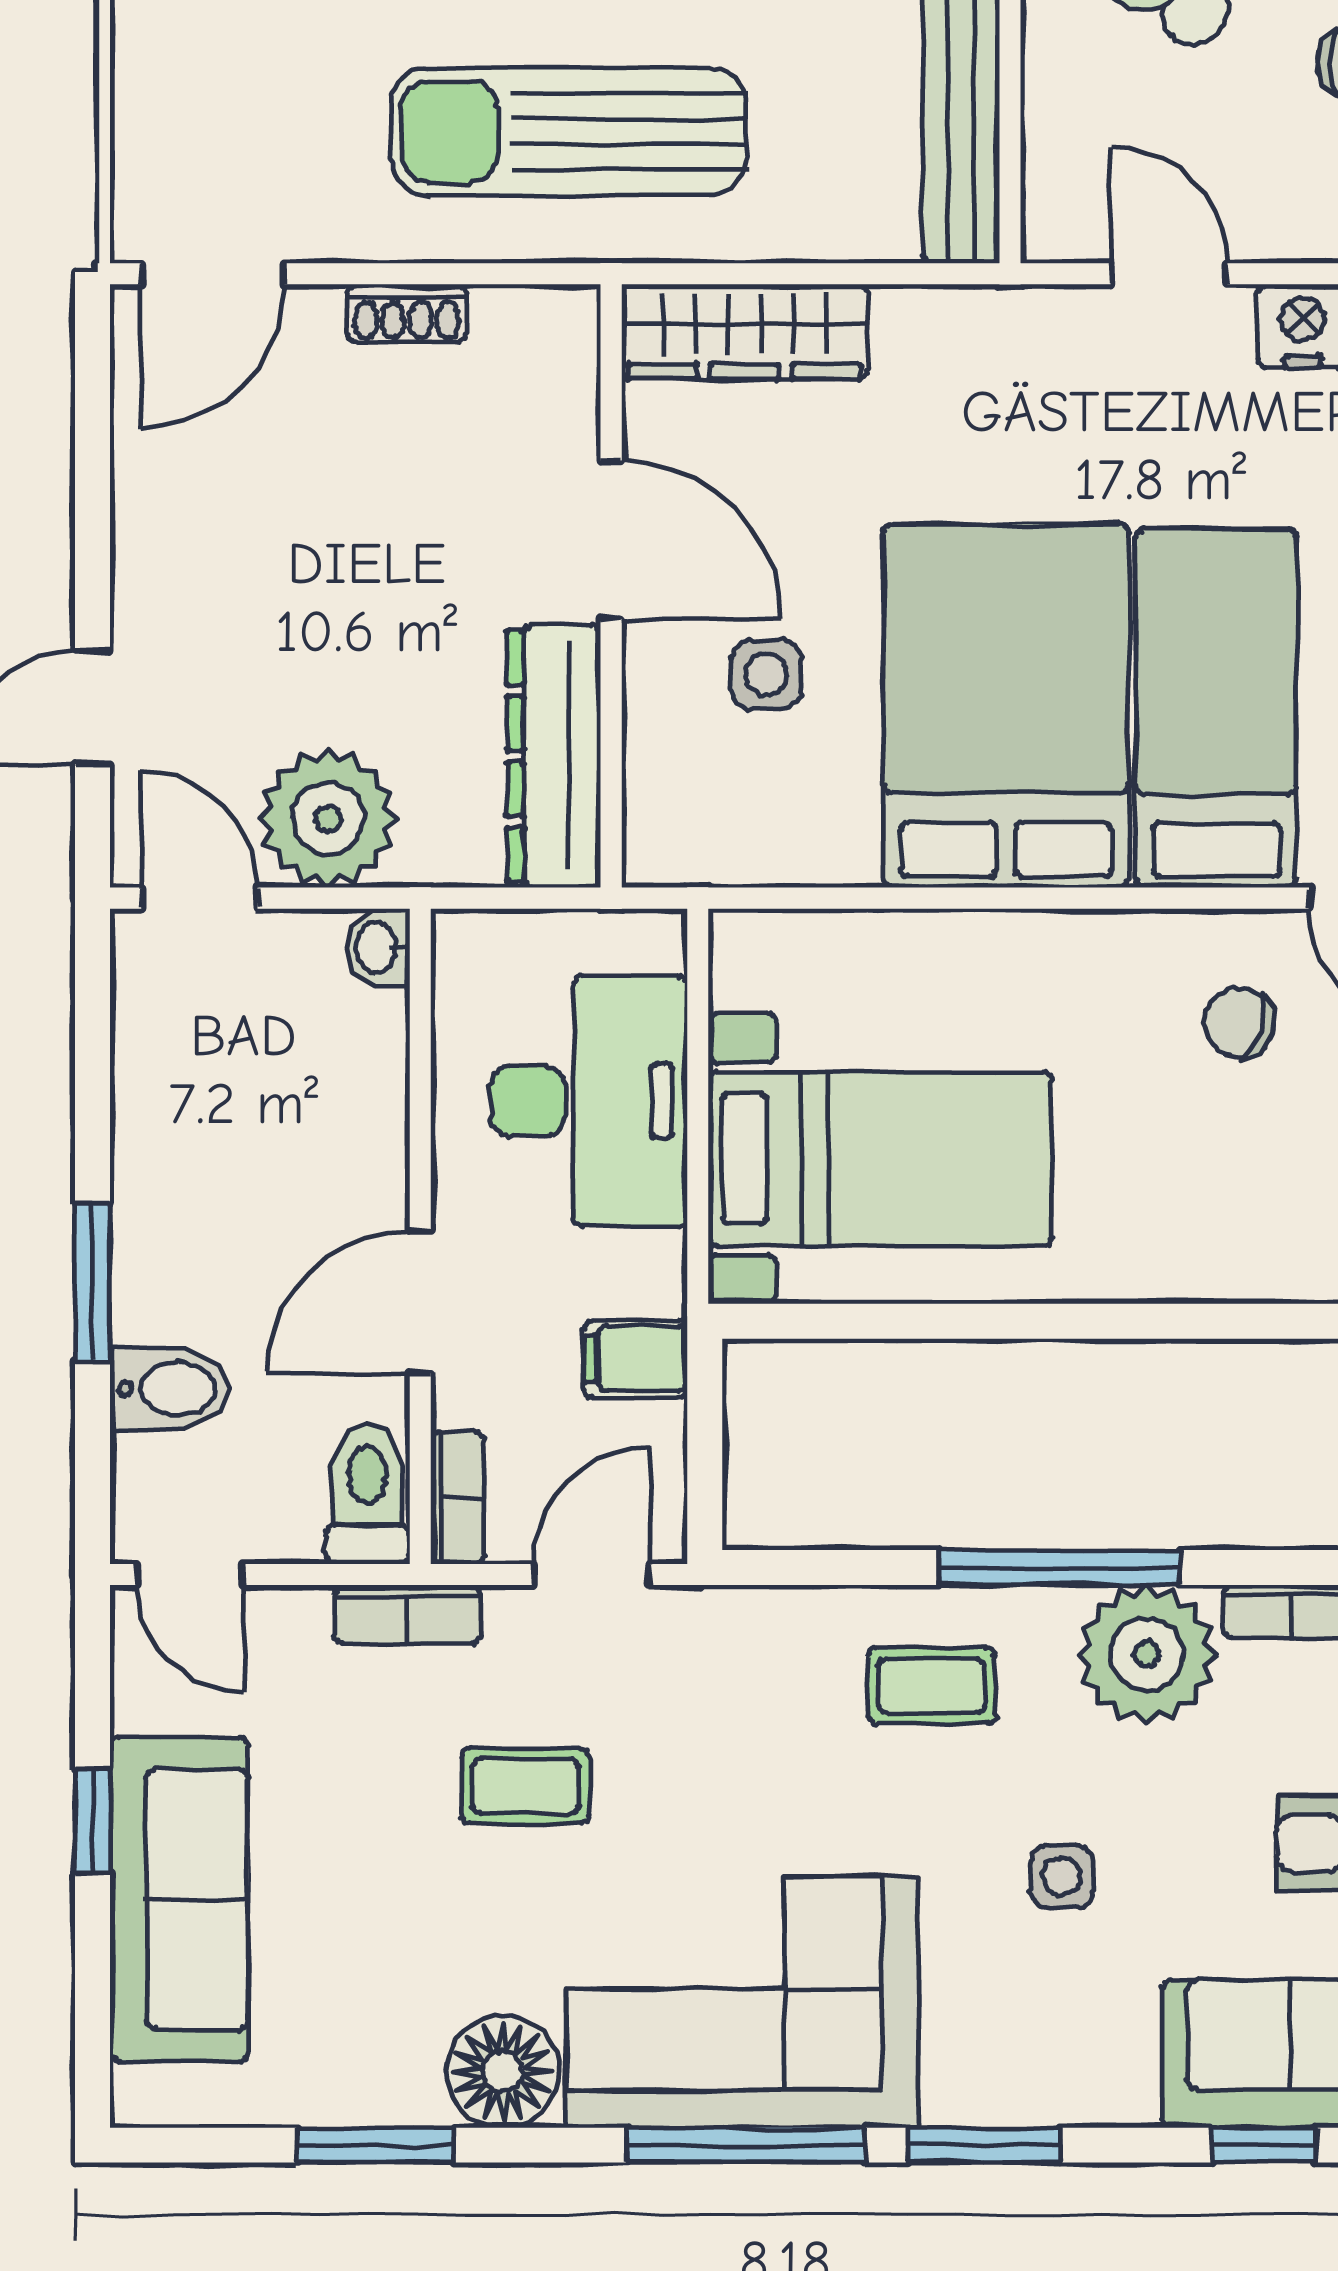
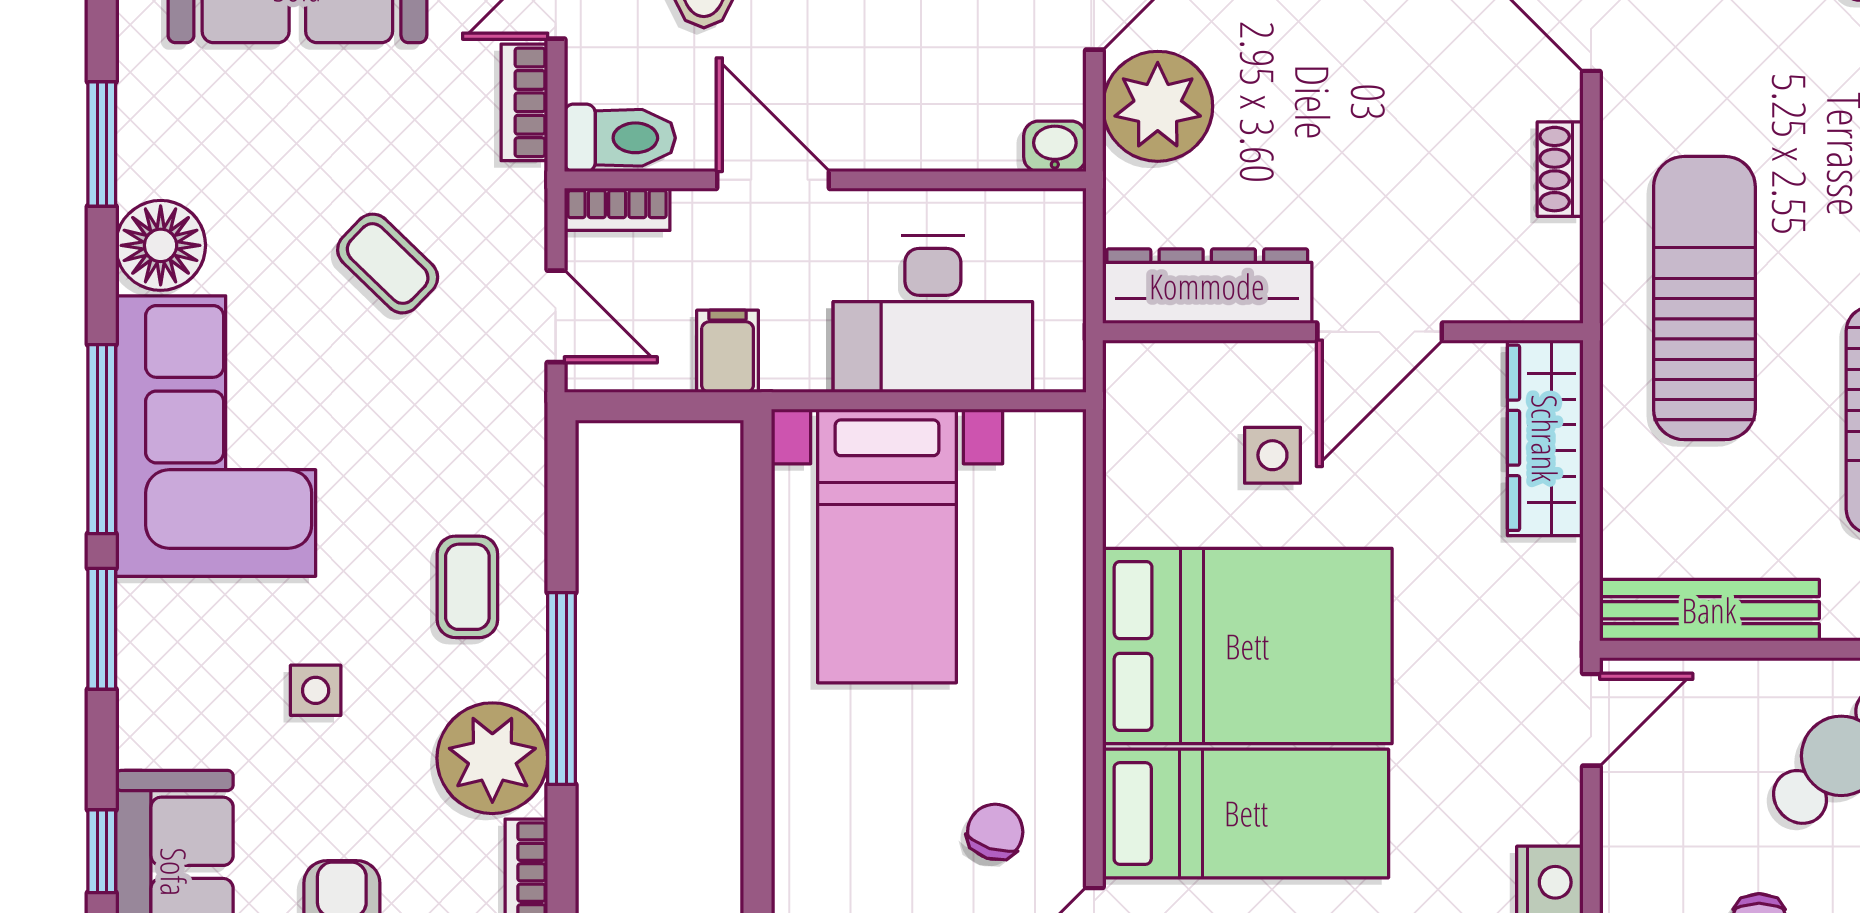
door: (1169, 274) -> (1591, 720), moved
bookcase: (408, 1614) -> (524, 102), moved
coffee table: (525, 1786) -> (388, 264), turned -46

